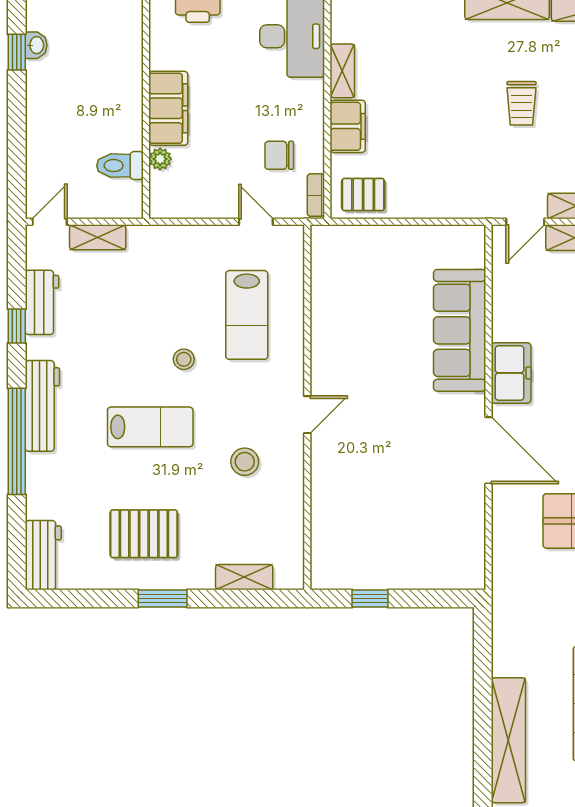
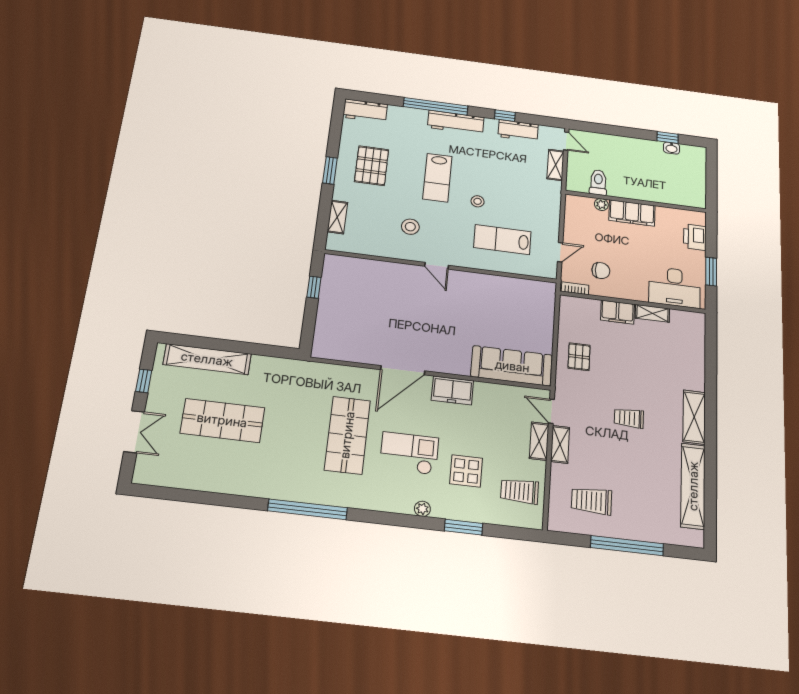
chair: (279, 155) -> (601, 271), turned 90
pallet: (363, 194) -> (579, 357), moved
sofa: (460, 330) -> (512, 366), moved

